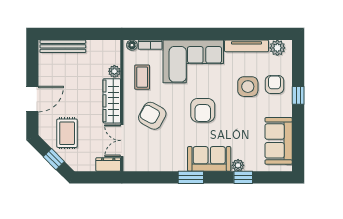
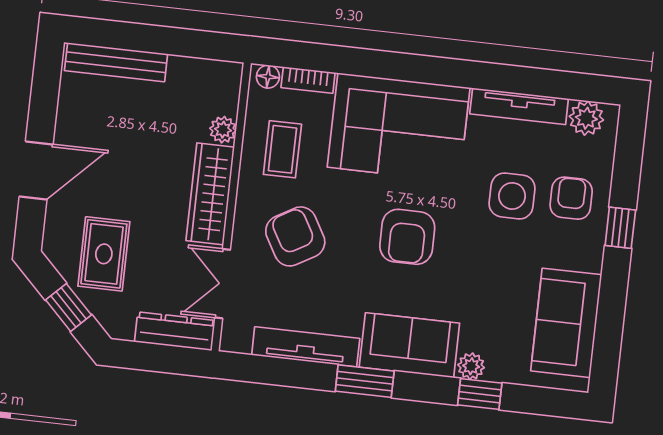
armchair: (152, 116) -> (295, 236), turned 31
dresser: (108, 164) -> (175, 331), width x1.44
tv unit: (163, 165) -> (306, 347), added

